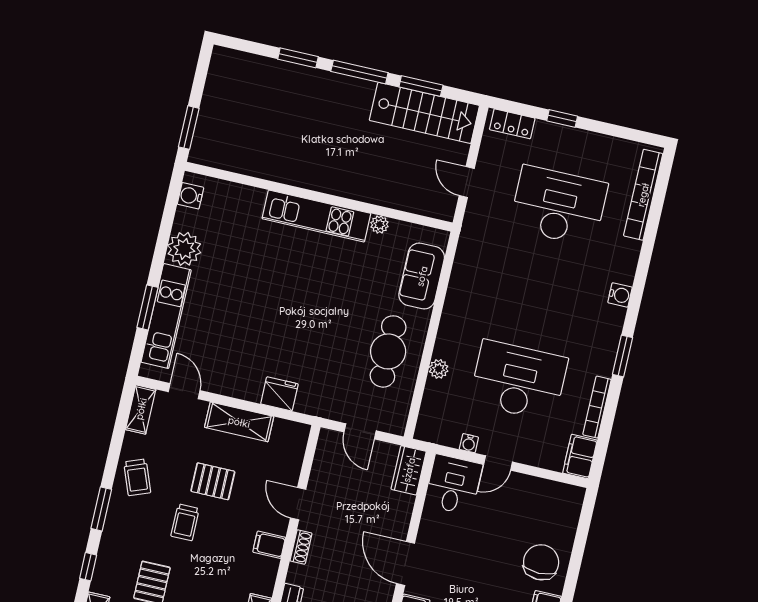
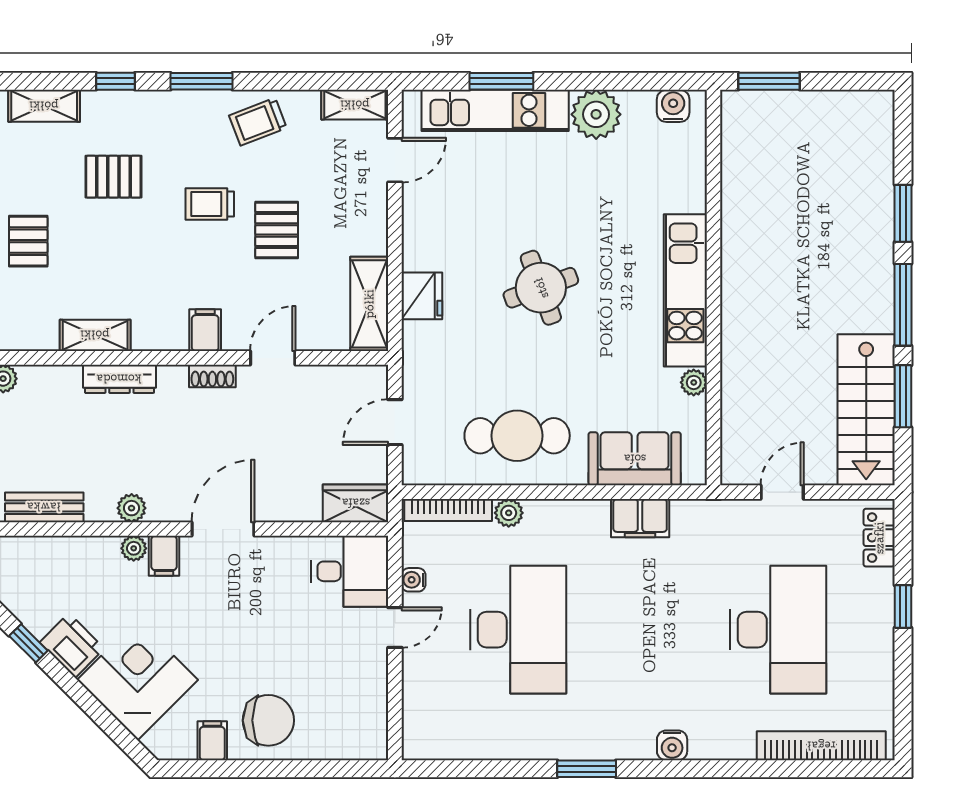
round table: (292, 313) -> (541, 288), added
bookcase: (597, 407) -> (448, 510), moved, turned 180
shelving: (239, 422) -> (369, 304), moved
filing cabinet: (580, 457) -> (640, 518), moved, turned 180
door: (498, 463) -> (395, 627), swing flipped

